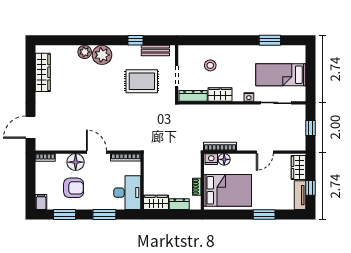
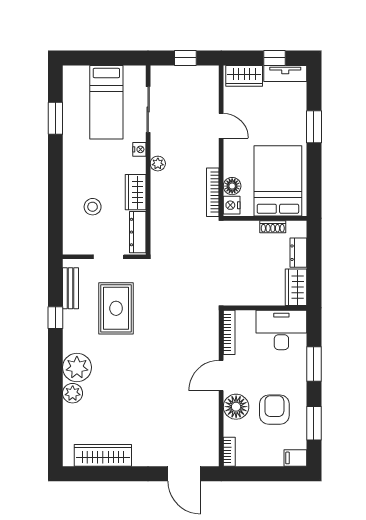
plant: (239, 109) -> (158, 164), added

